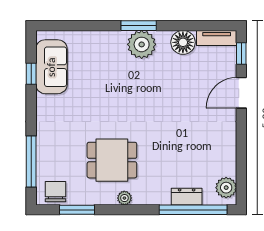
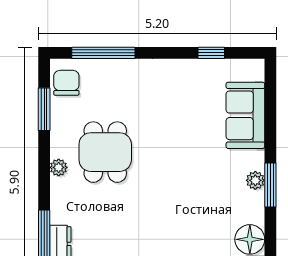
plant: (142, 44) -> (255, 180), width x0.53, depth x0.53
sofa: (51, 67) -> (245, 115), moved, turned 90
chair: (56, 192) -> (66, 83), turned -90

